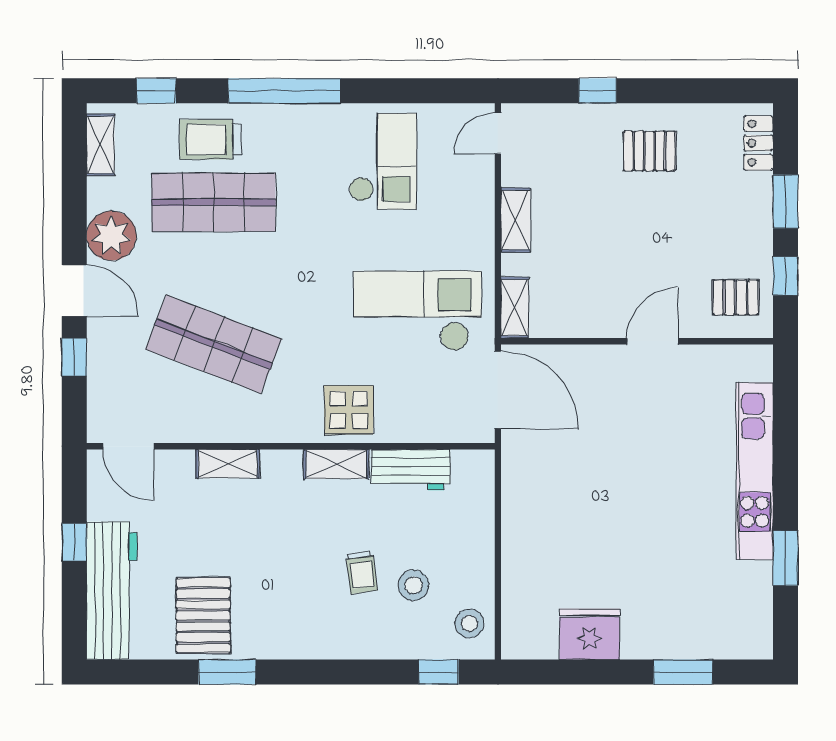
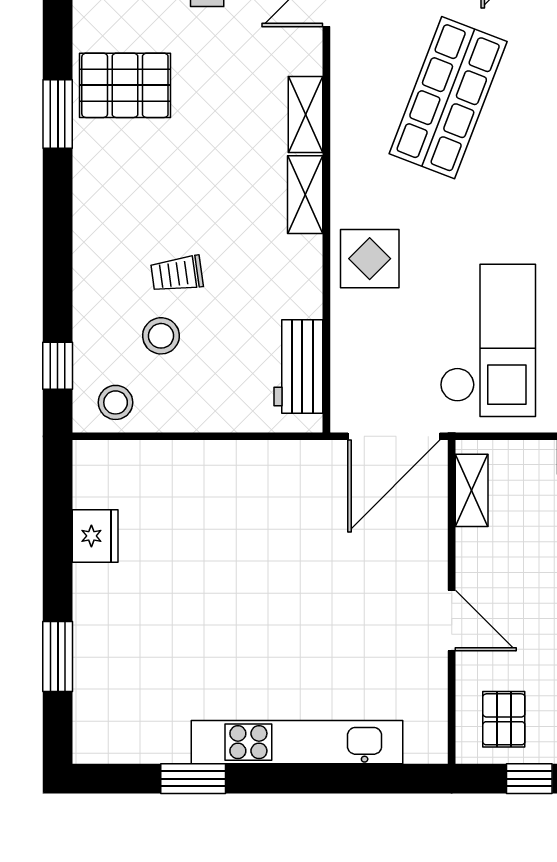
shelving: (515, 308) -> (472, 490), moved, turned 90
shelving: (336, 464) -> (305, 195), moved
workbench: (411, 470) -> (298, 367), moved
fridge: (590, 634) -> (95, 536), width x0.73, depth x0.75

